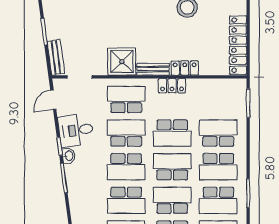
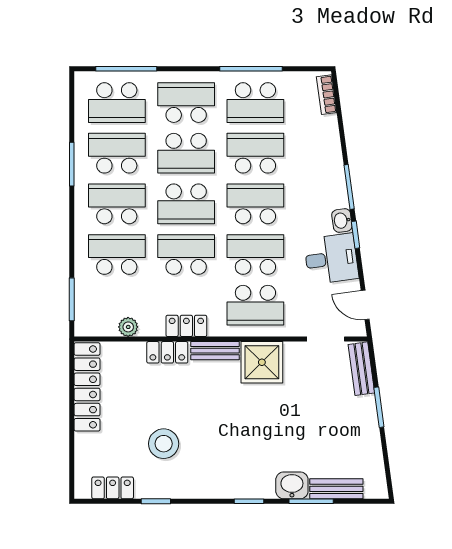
plant: (211, 85) -> (128, 327), added
door: (53, 100) -> (365, 305), swing flipped
school desk: (126, 133) -> (255, 255), turned 180
school desk: (218, 133) -> (117, 255), turned 180

